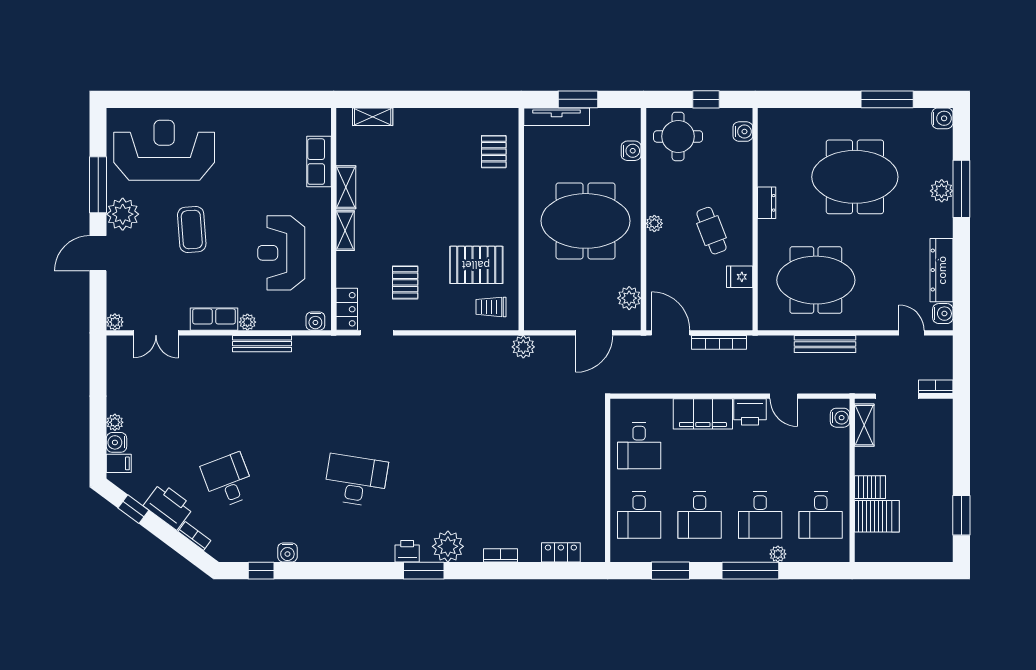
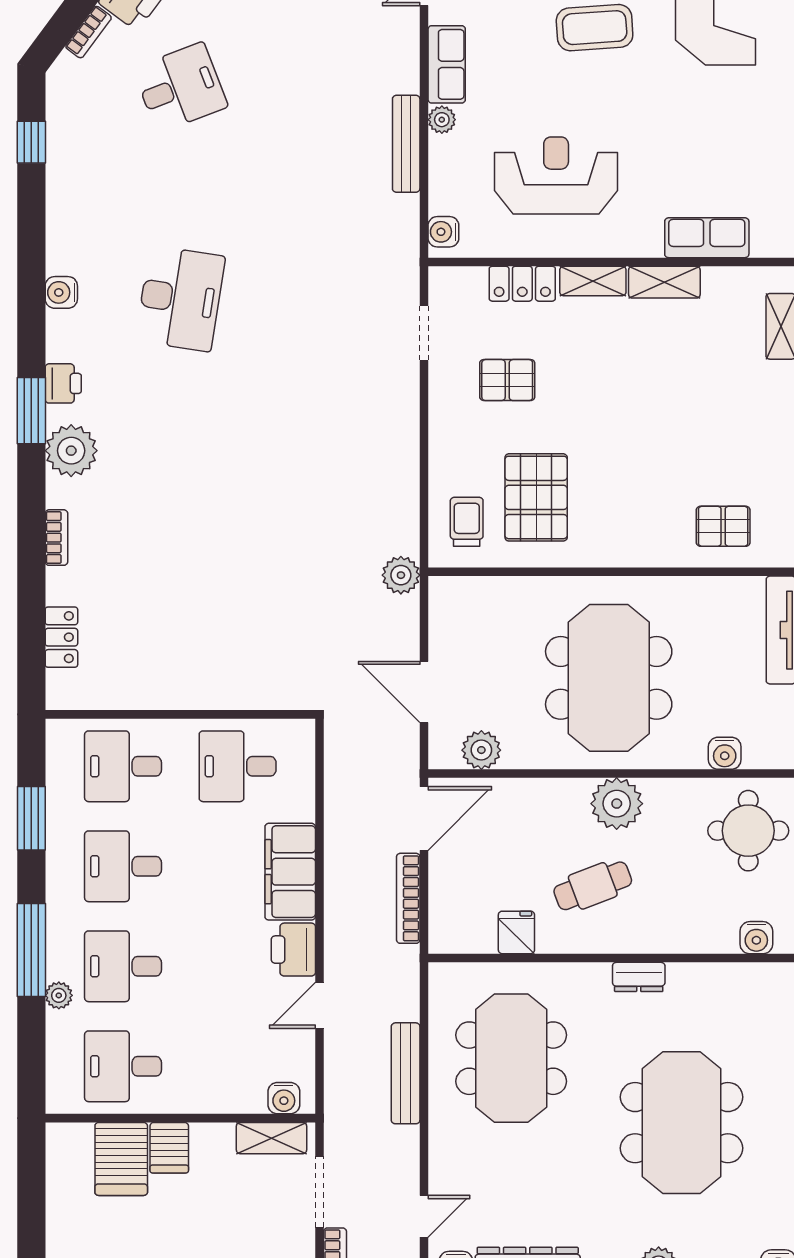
plant: (654, 223) -> (617, 804), width x1.88, depth x1.88
locker: (347, 309) -> (522, 284), moved
water cooler: (287, 552) -> (61, 292), moved

